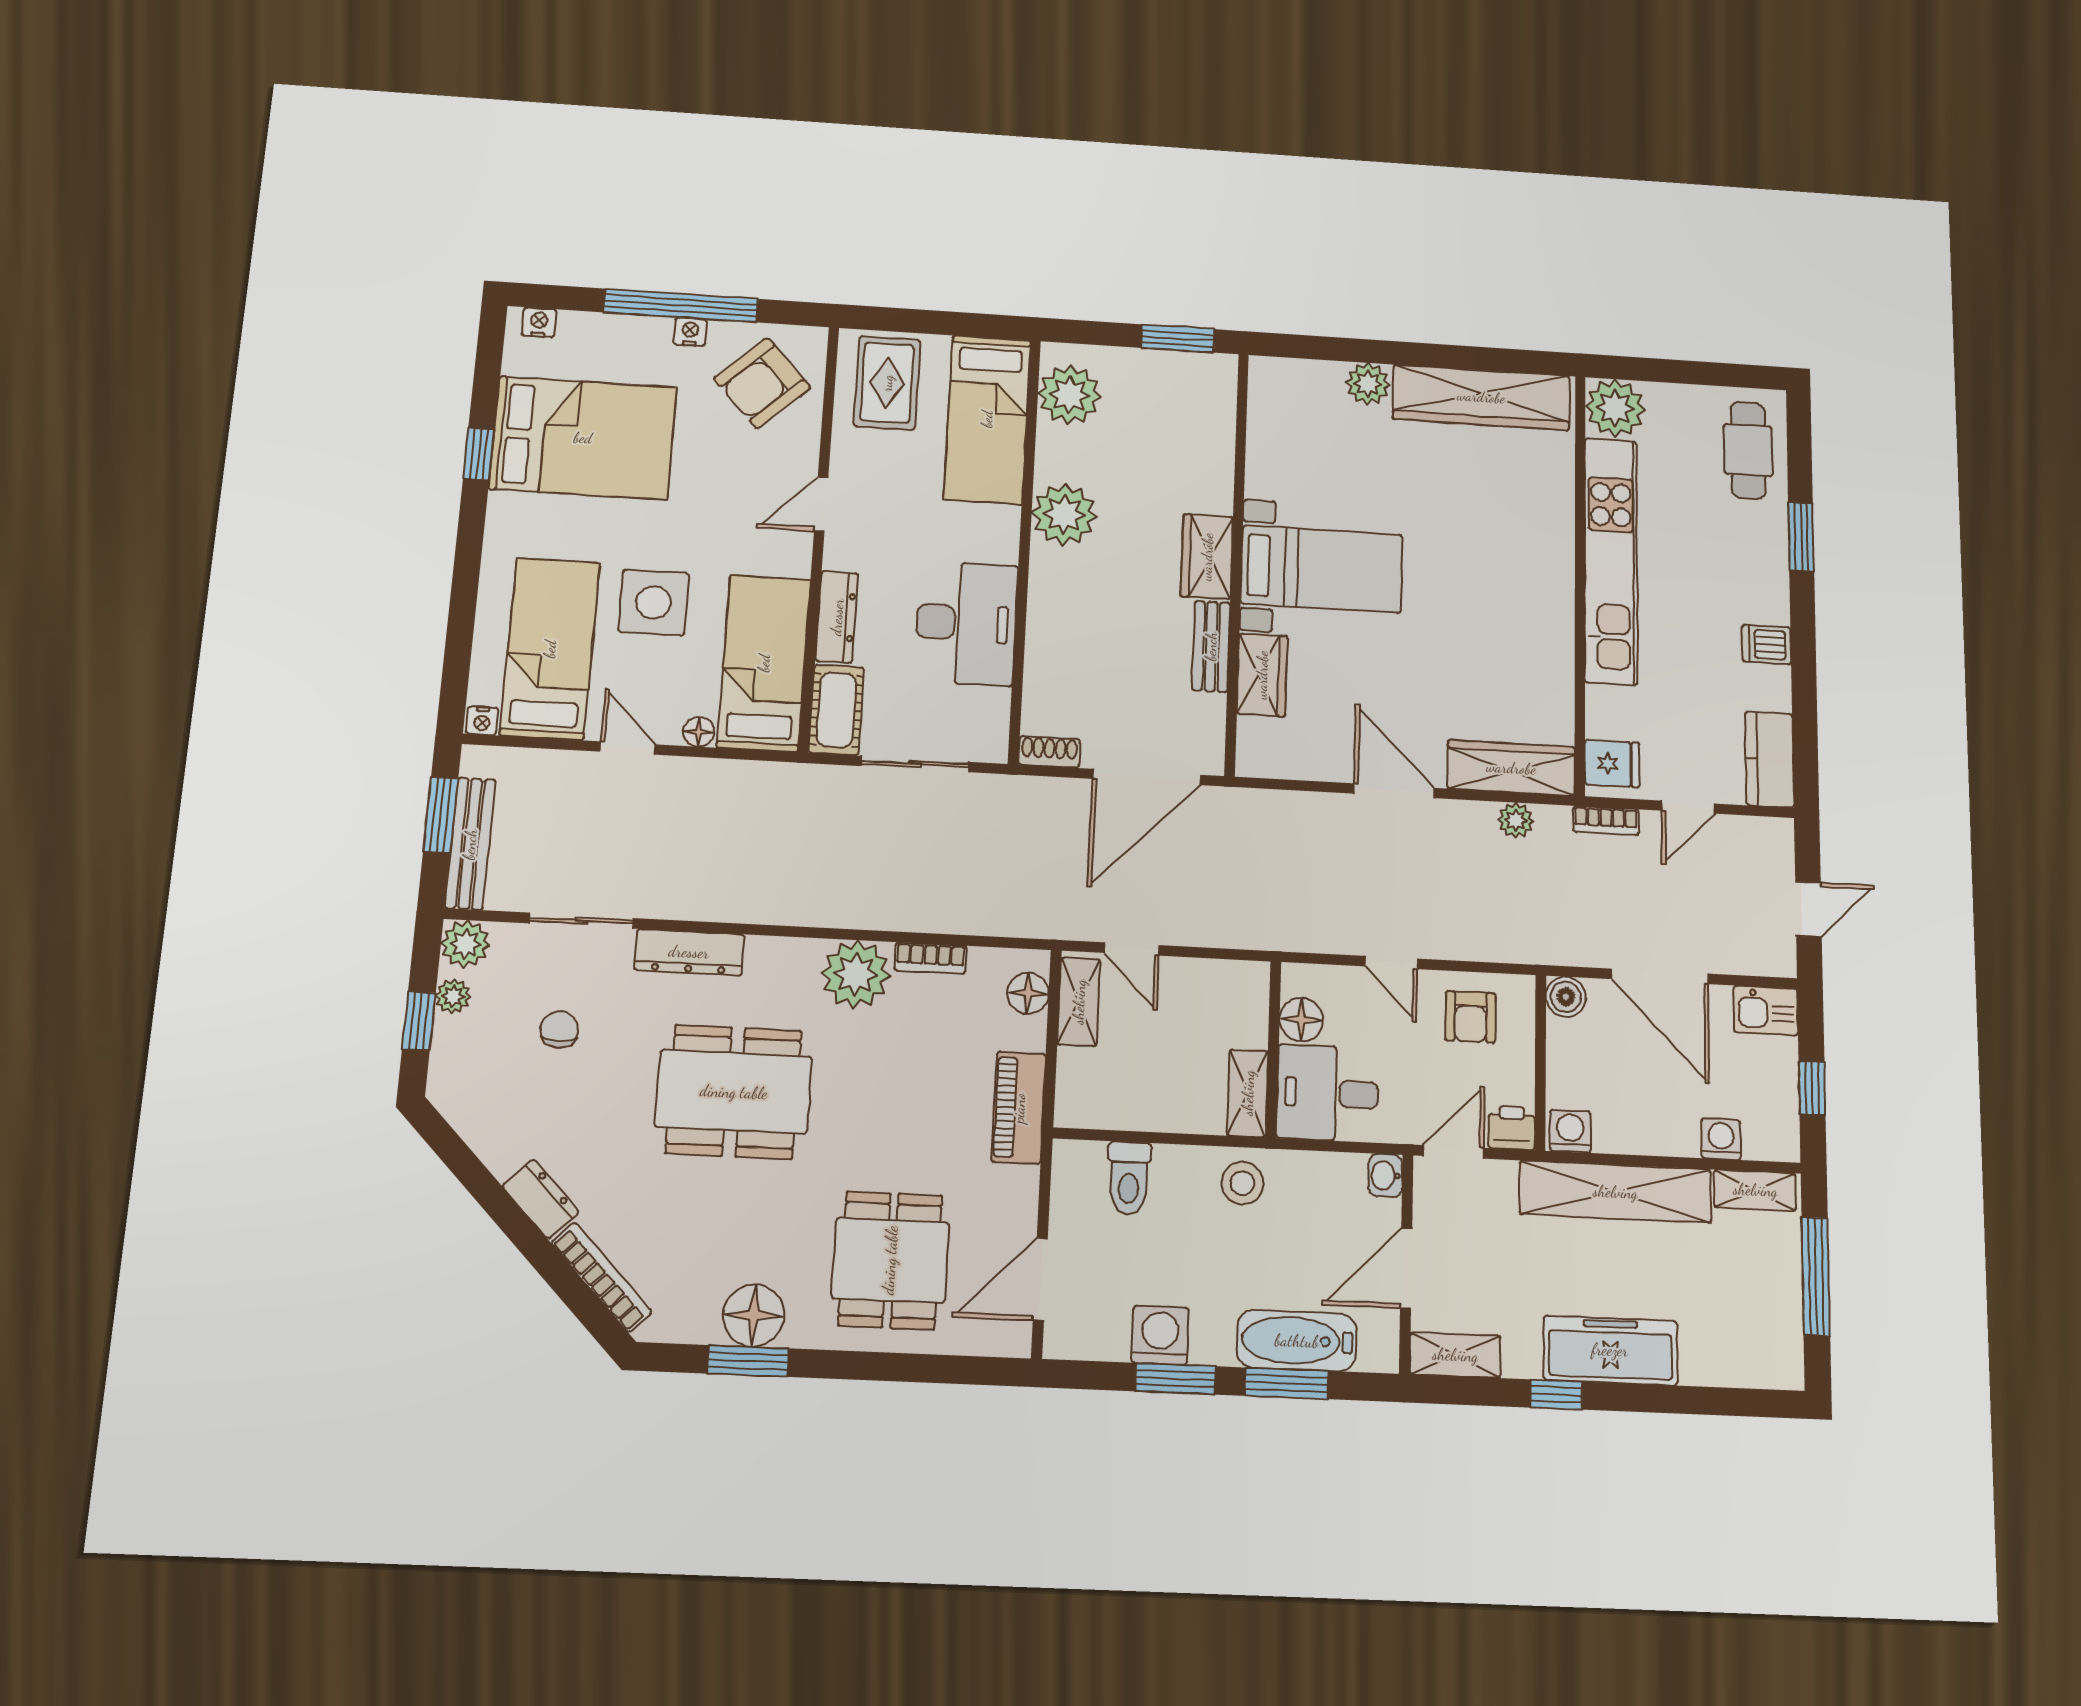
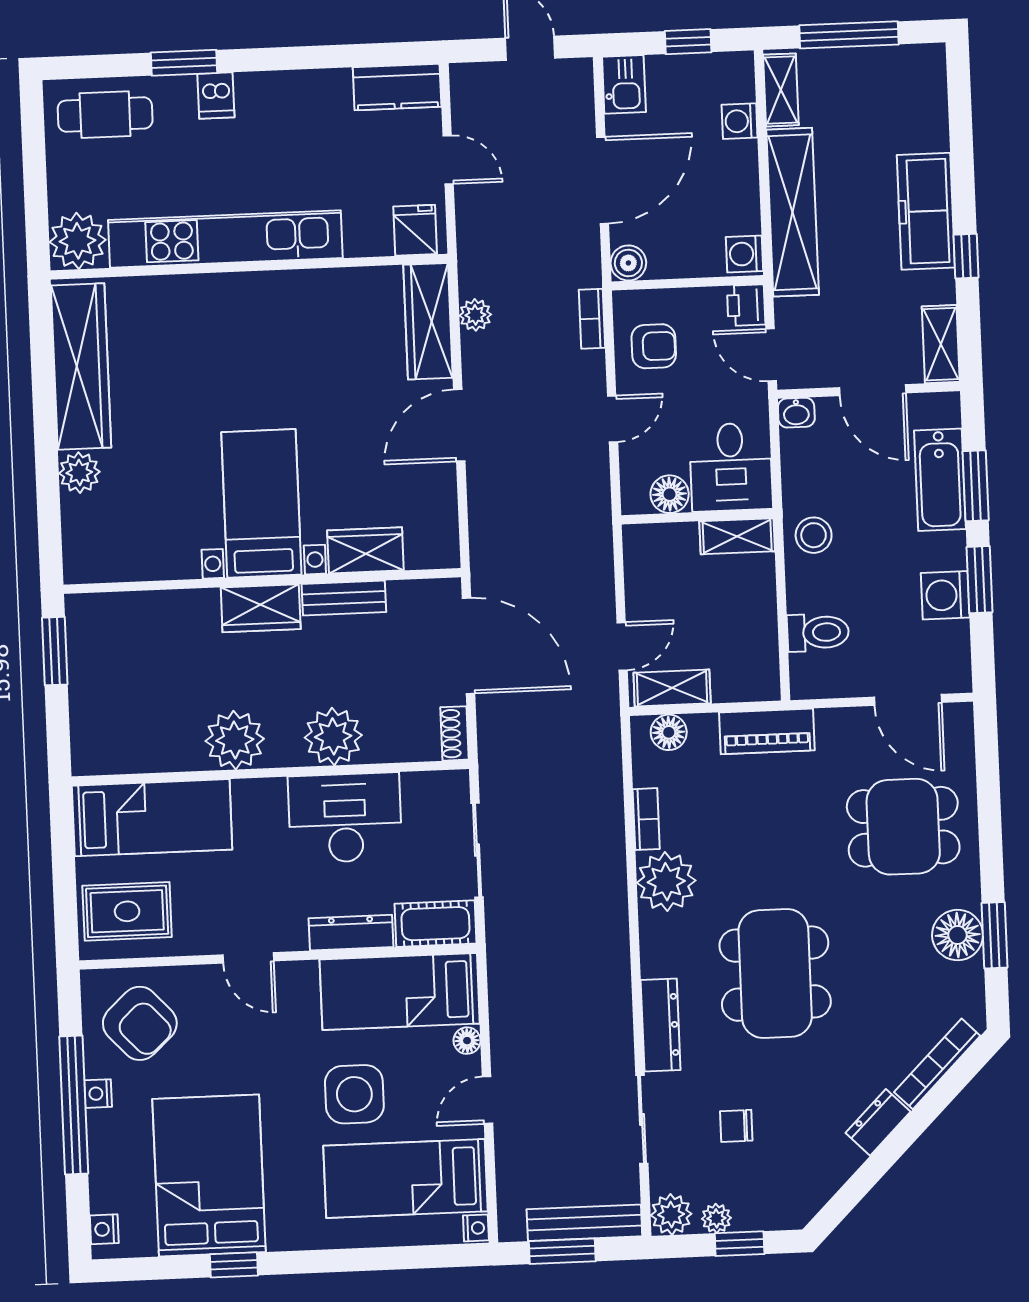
plant: (1070, 395) -> (333, 736), moved
dishwasher: (1767, 645) -> (216, 95), moved
bookcase: (1606, 821) -> (592, 319), moved, turned 180

